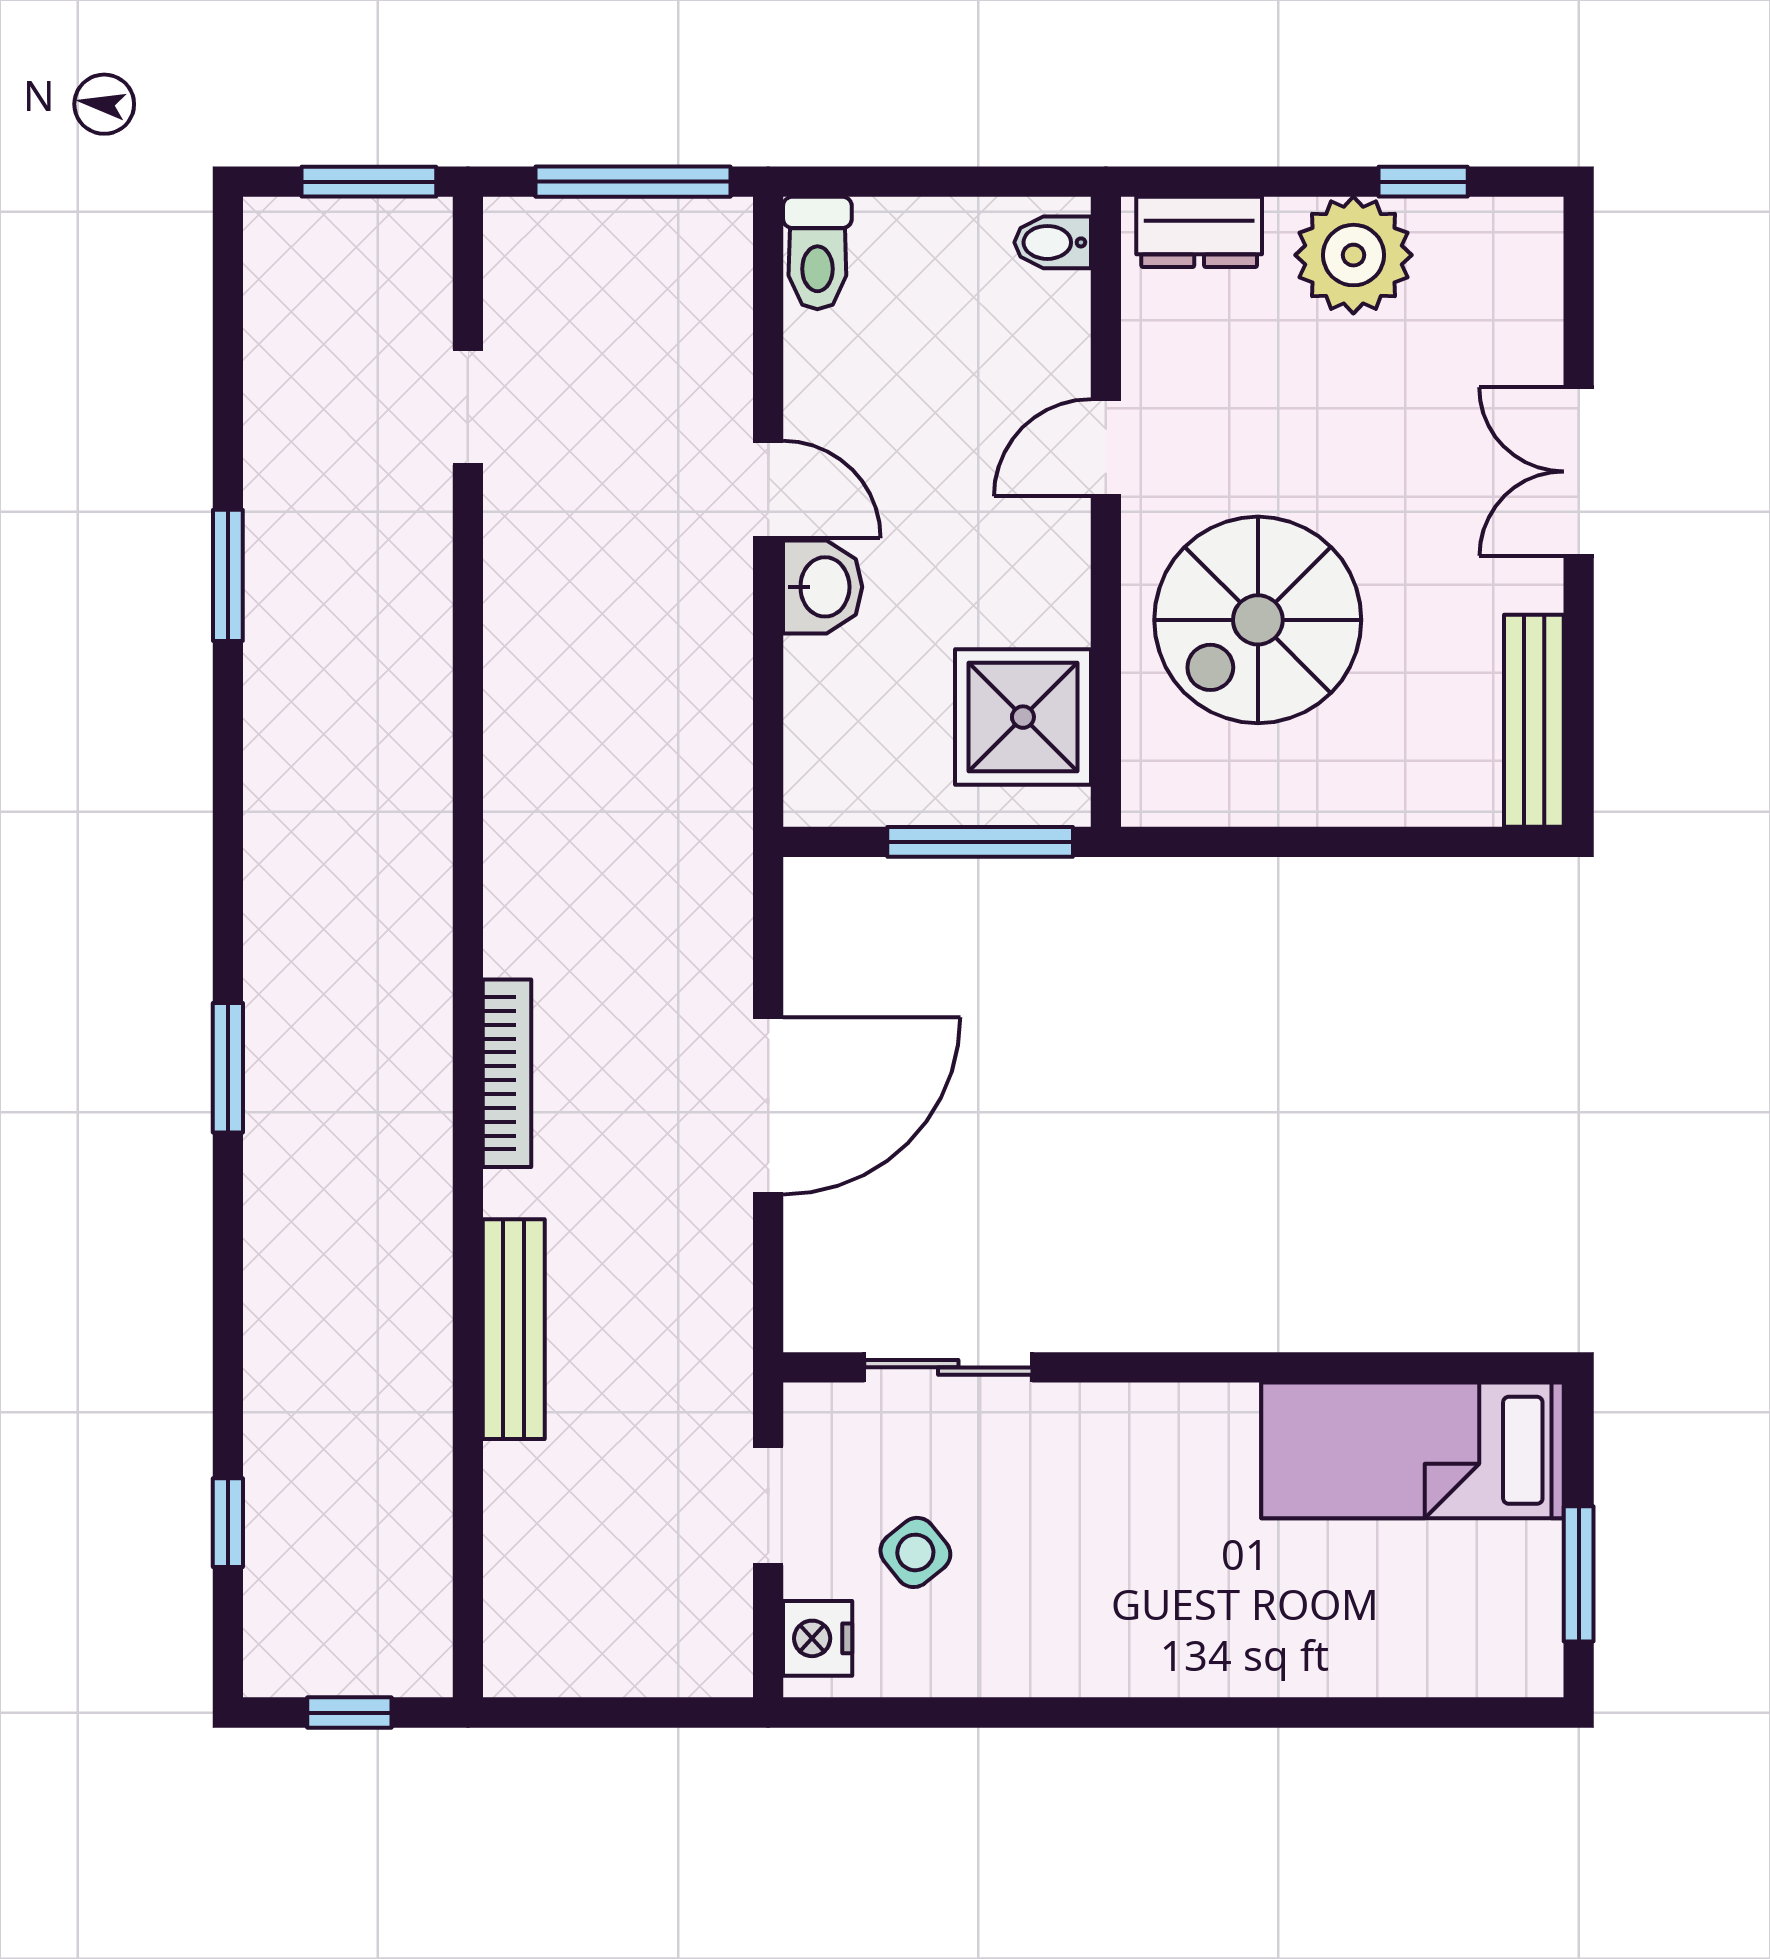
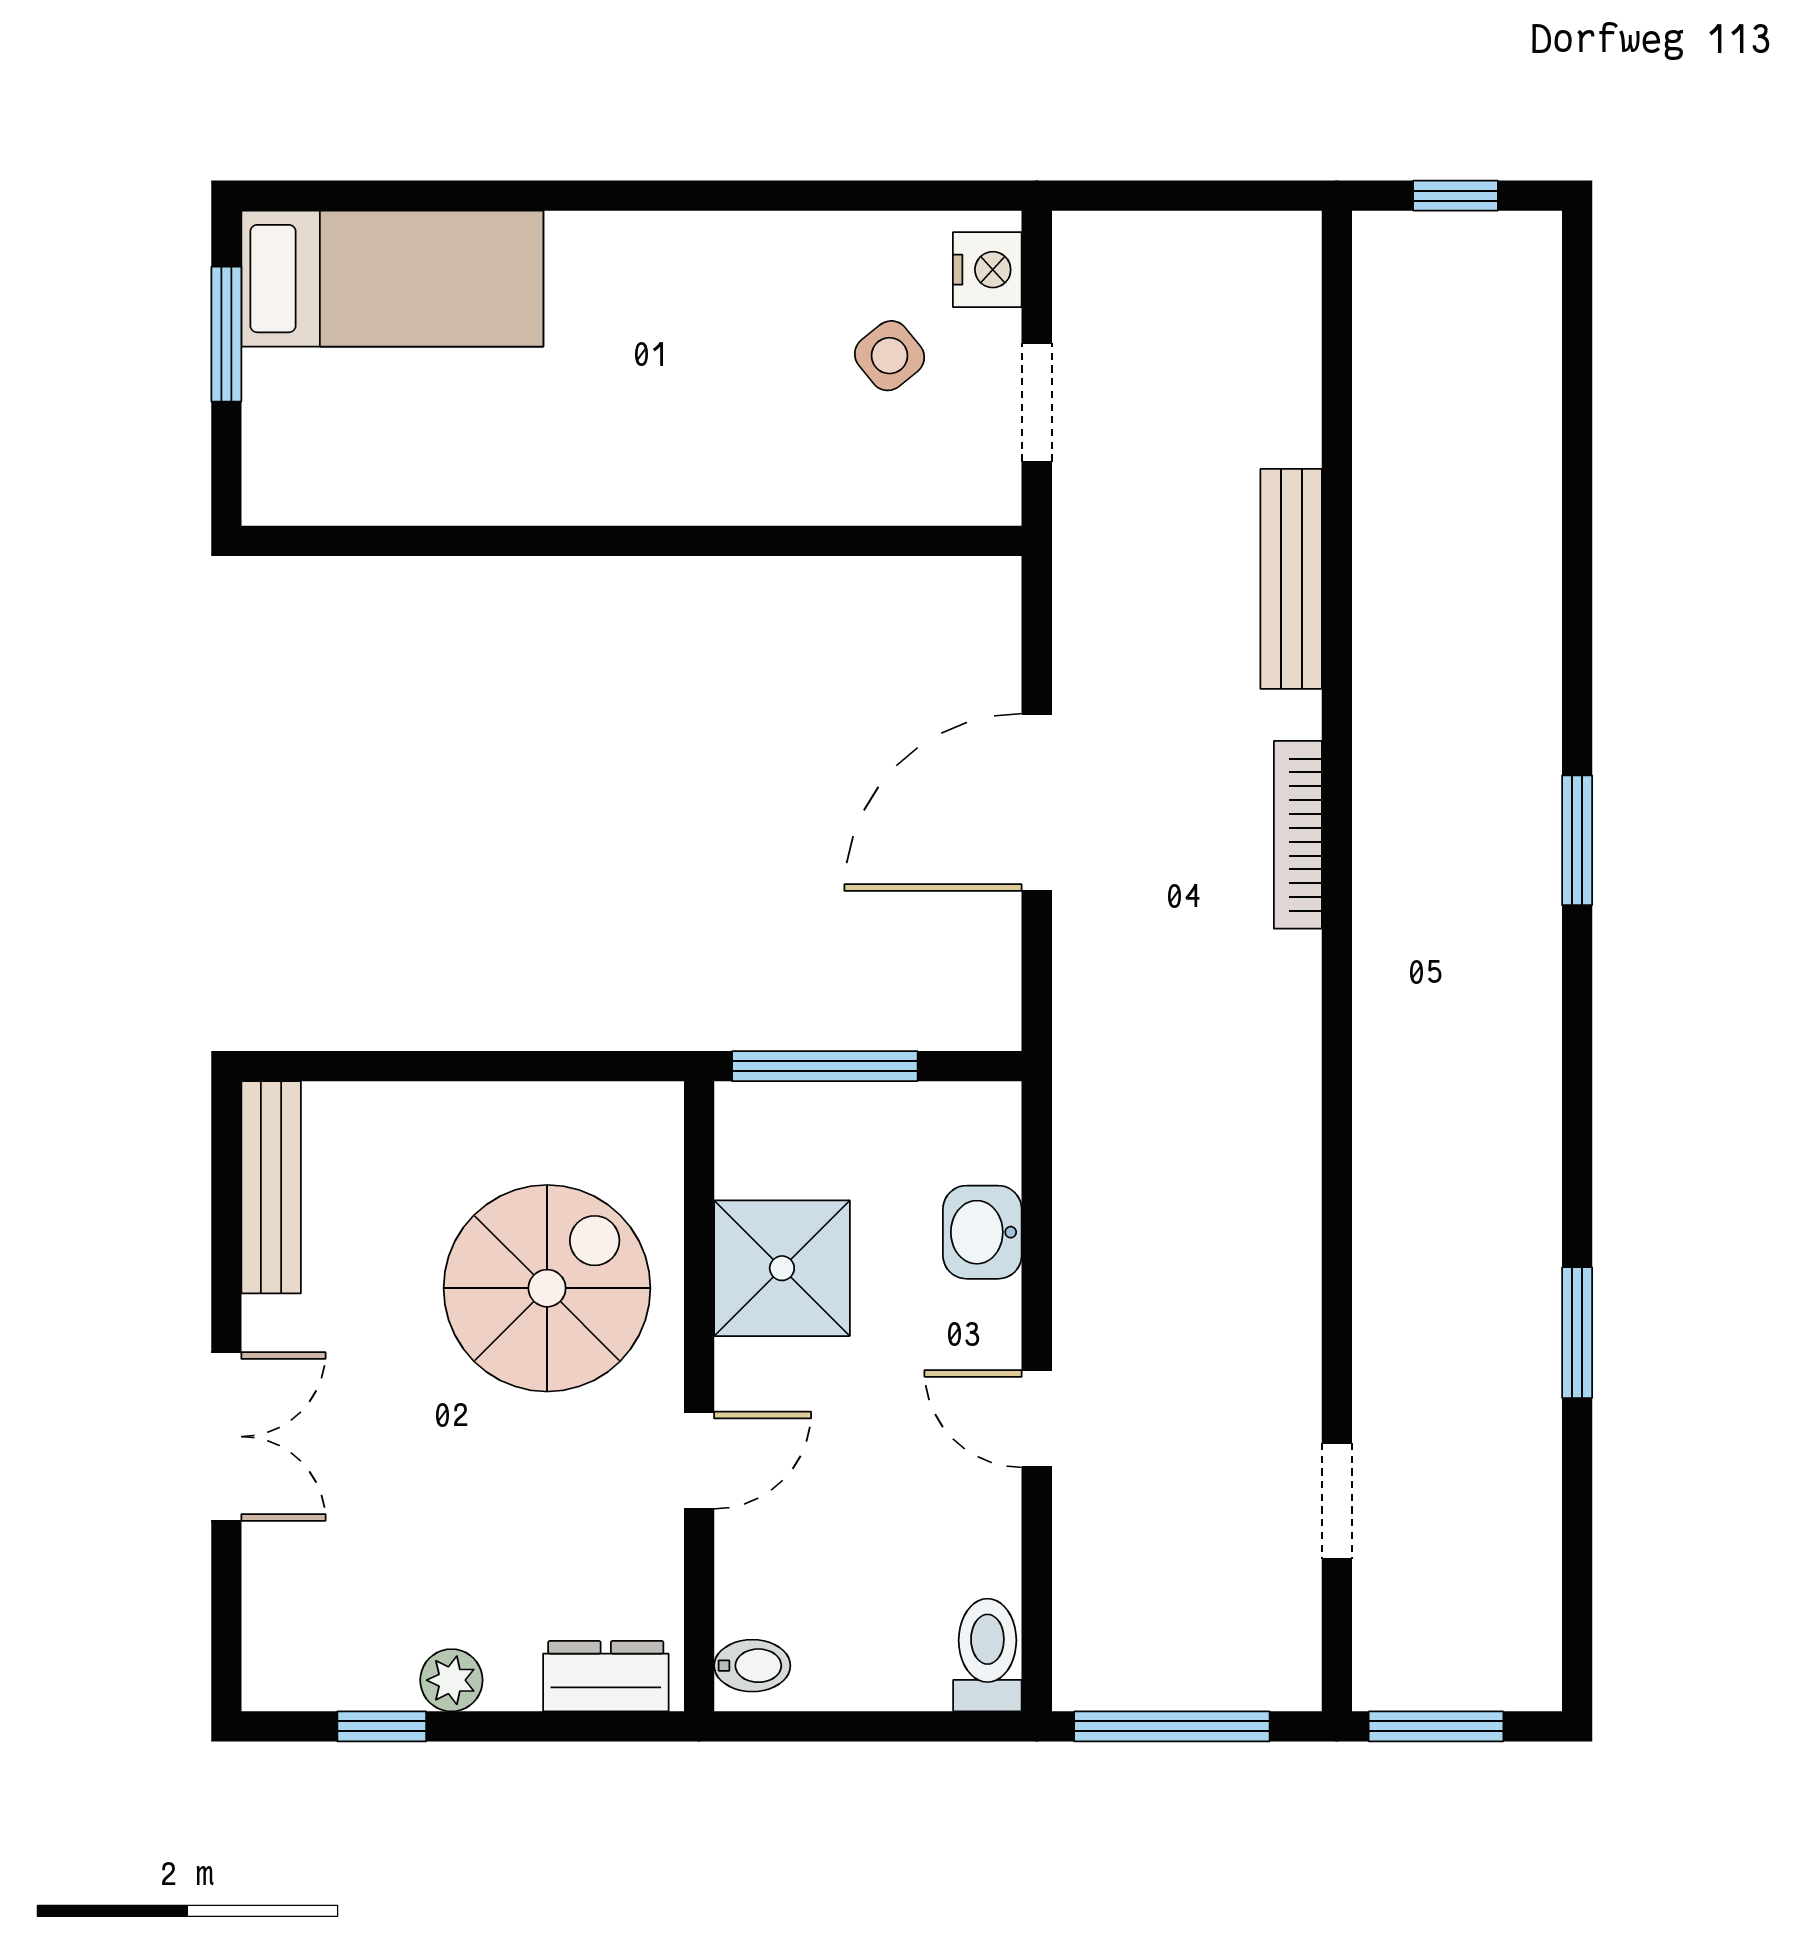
plant: (1353, 255) -> (451, 1680), width x0.53, depth x0.53
washbasin: (823, 587) -> (982, 1232), moved
shower: (1023, 717) -> (782, 1268), moved
sliding door: (948, 1367) -> (857, 541), removed
bed: (1413, 1450) -> (392, 279), moved
window: (228, 1523) -> (1577, 385), removed

